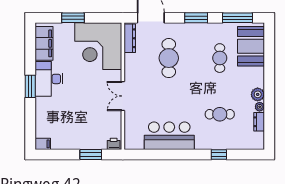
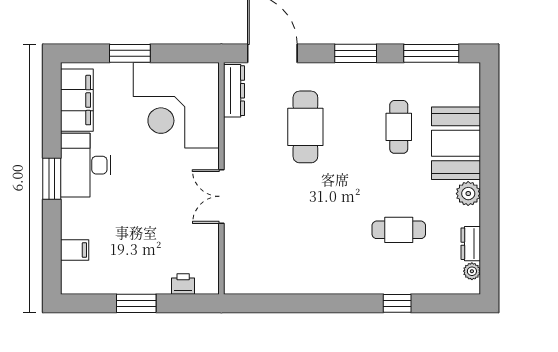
booth: (251, 46) -> (456, 143), moved
plant: (260, 107) -> (472, 271), moved
bar counter: (169, 136) -> (306, 269), removed
filing cabinet: (43, 144) -> (75, 250), moved
printer: (114, 144) -> (183, 284), moved
window: (91, 154) -> (136, 303), moved

